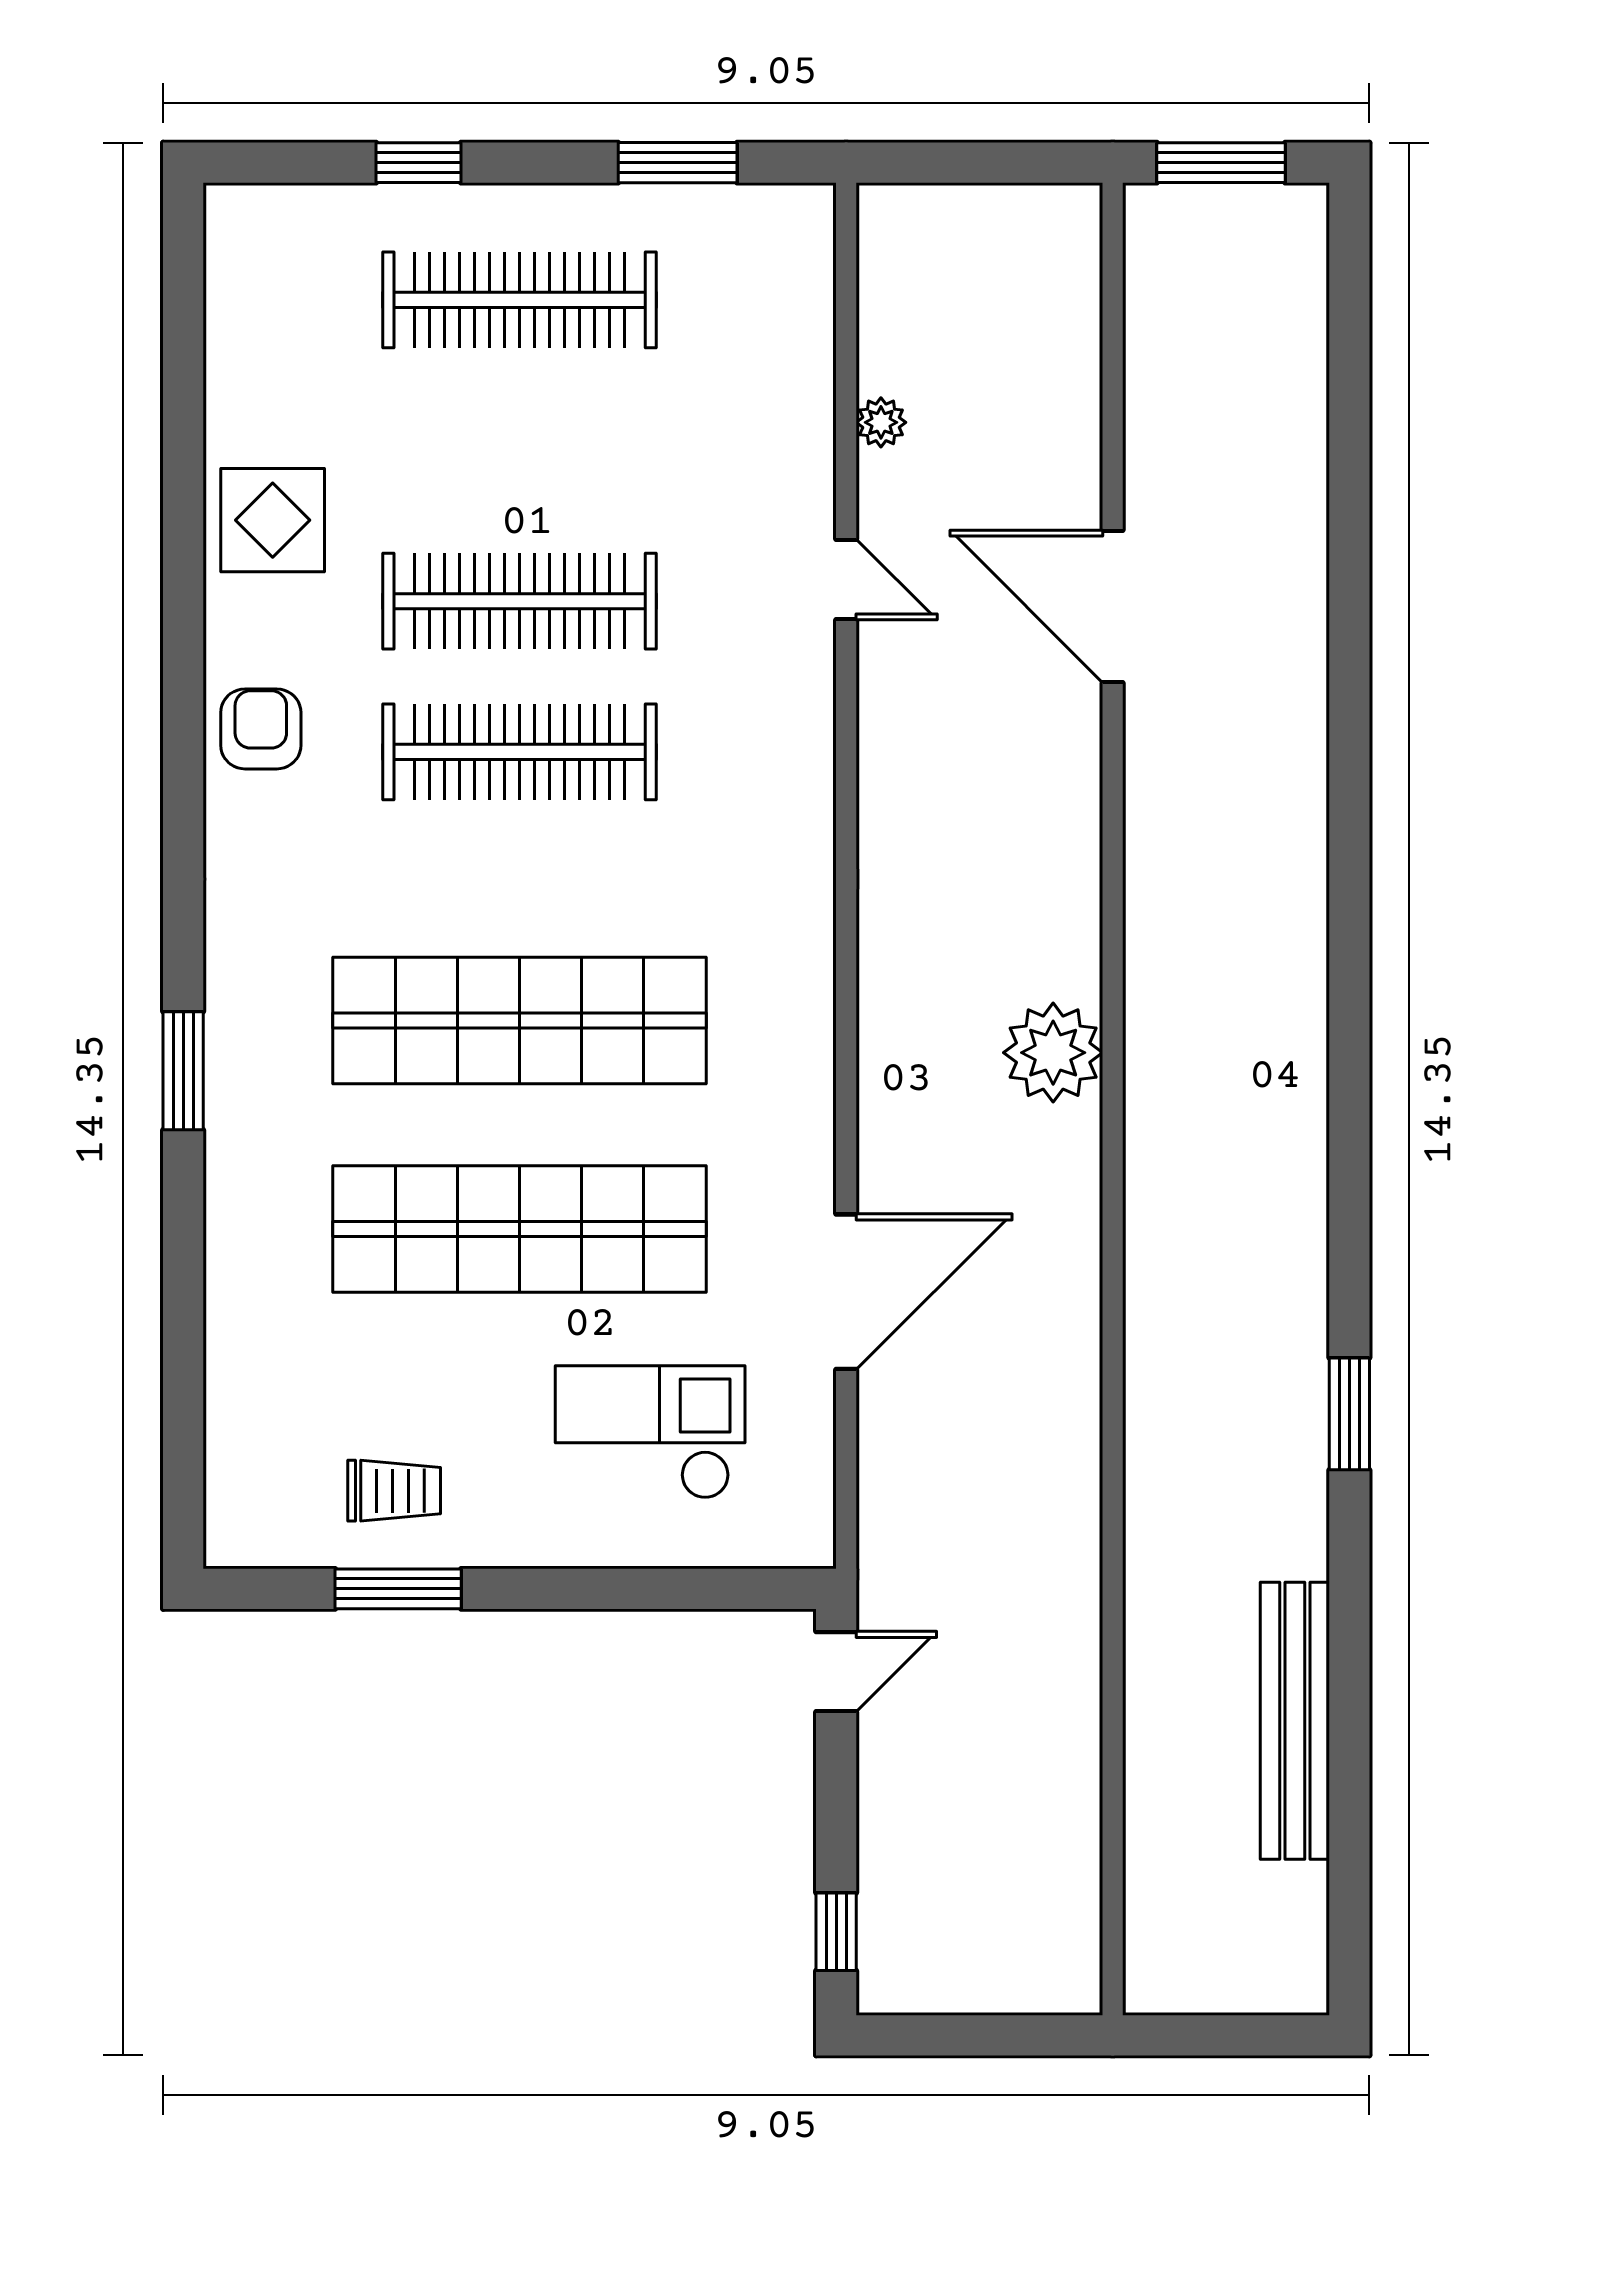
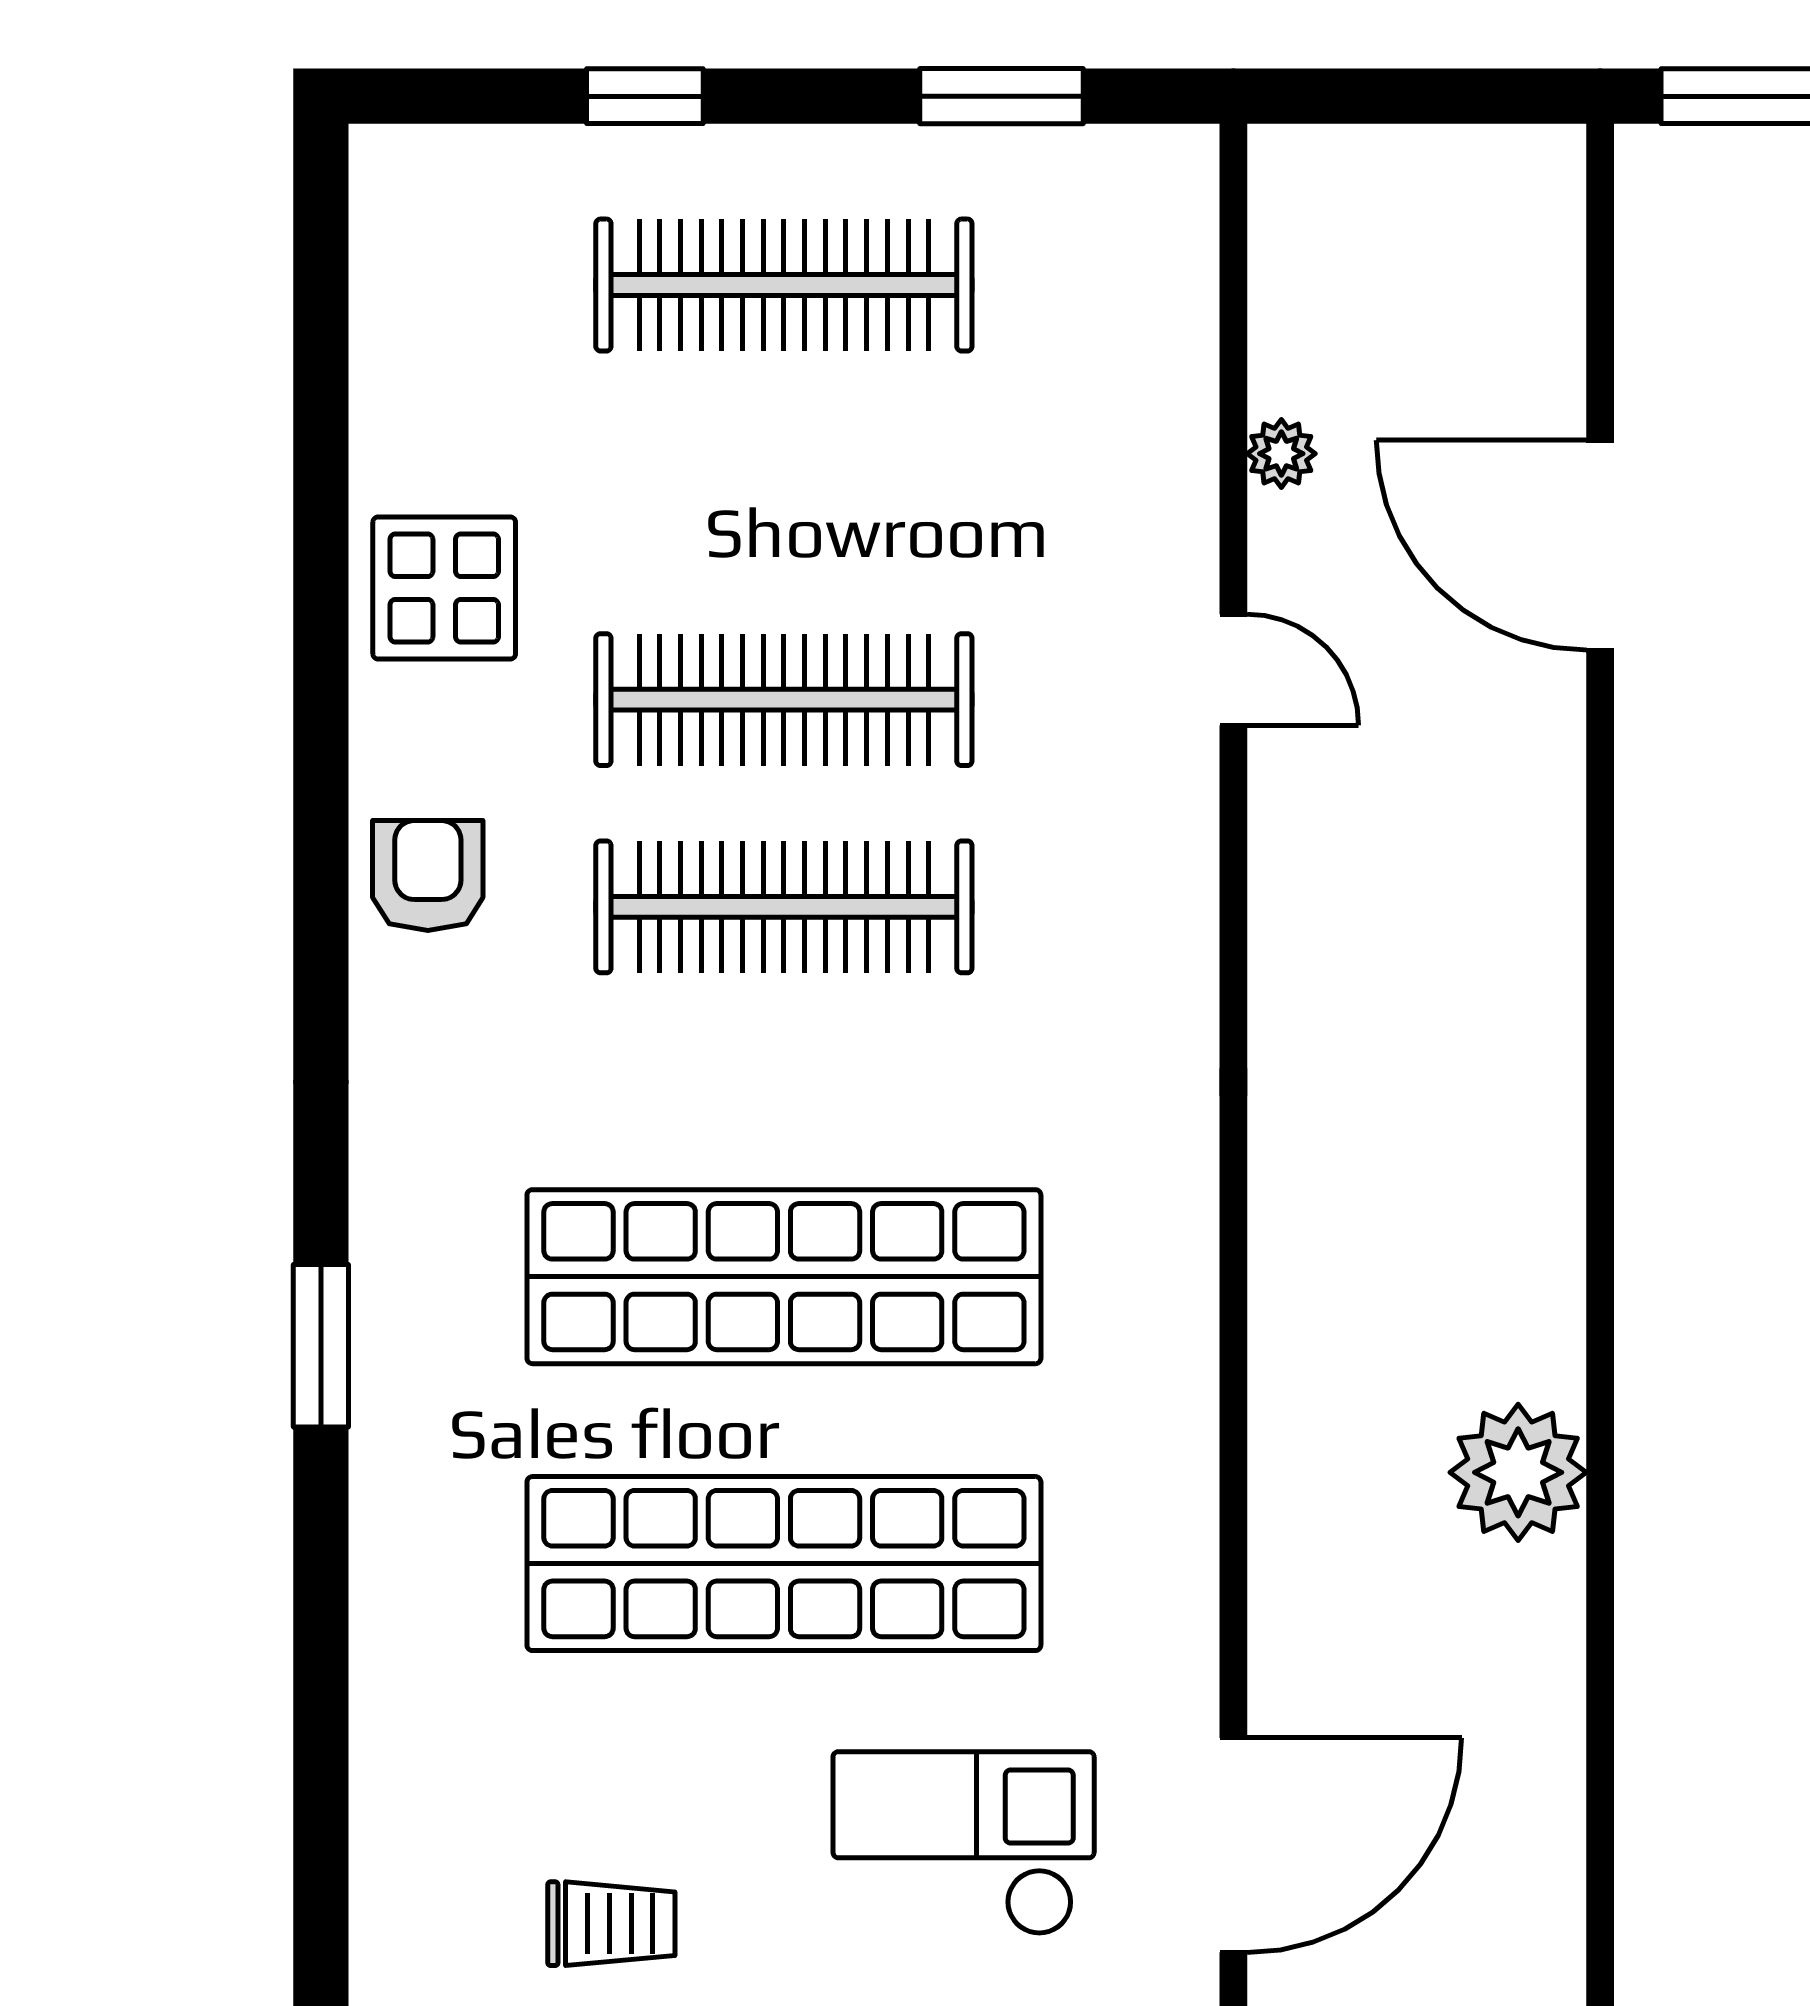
door: (1113, 607) -> (1600, 545), moved
plant: (1053, 1053) -> (1518, 1472), moved
door: (846, 1292) -> (1233, 1845), moved

